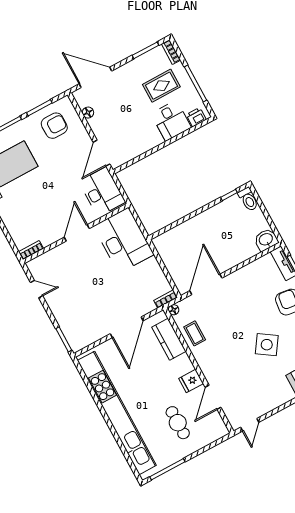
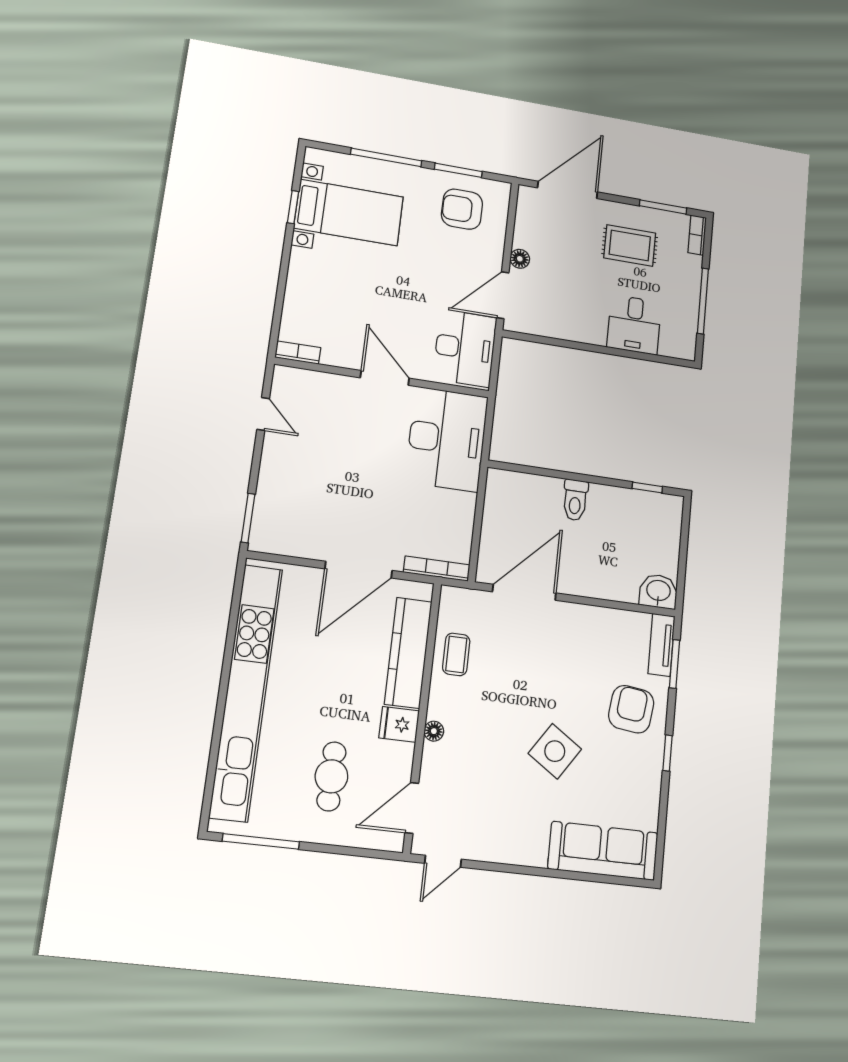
door: (95, 77) -> (568, 190), hinge flipped
rug: (161, 86) -> (630, 245), moved
floor lamp: (88, 113) -> (520, 259), moved
printer: (196, 117) -> (673, 346), removed
armchair: (54, 126) -> (462, 209), turned 180
toilet: (248, 199) -> (575, 500), moved
door: (77, 233) -> (385, 378), hinge flipped
bookcase: (166, 299) -> (437, 569), width x1.56
floor lamp: (174, 310) -> (434, 731), moved
kitchen counter: (169, 339) -> (408, 653), width x1.50
door: (213, 397) -> (412, 808), moved

